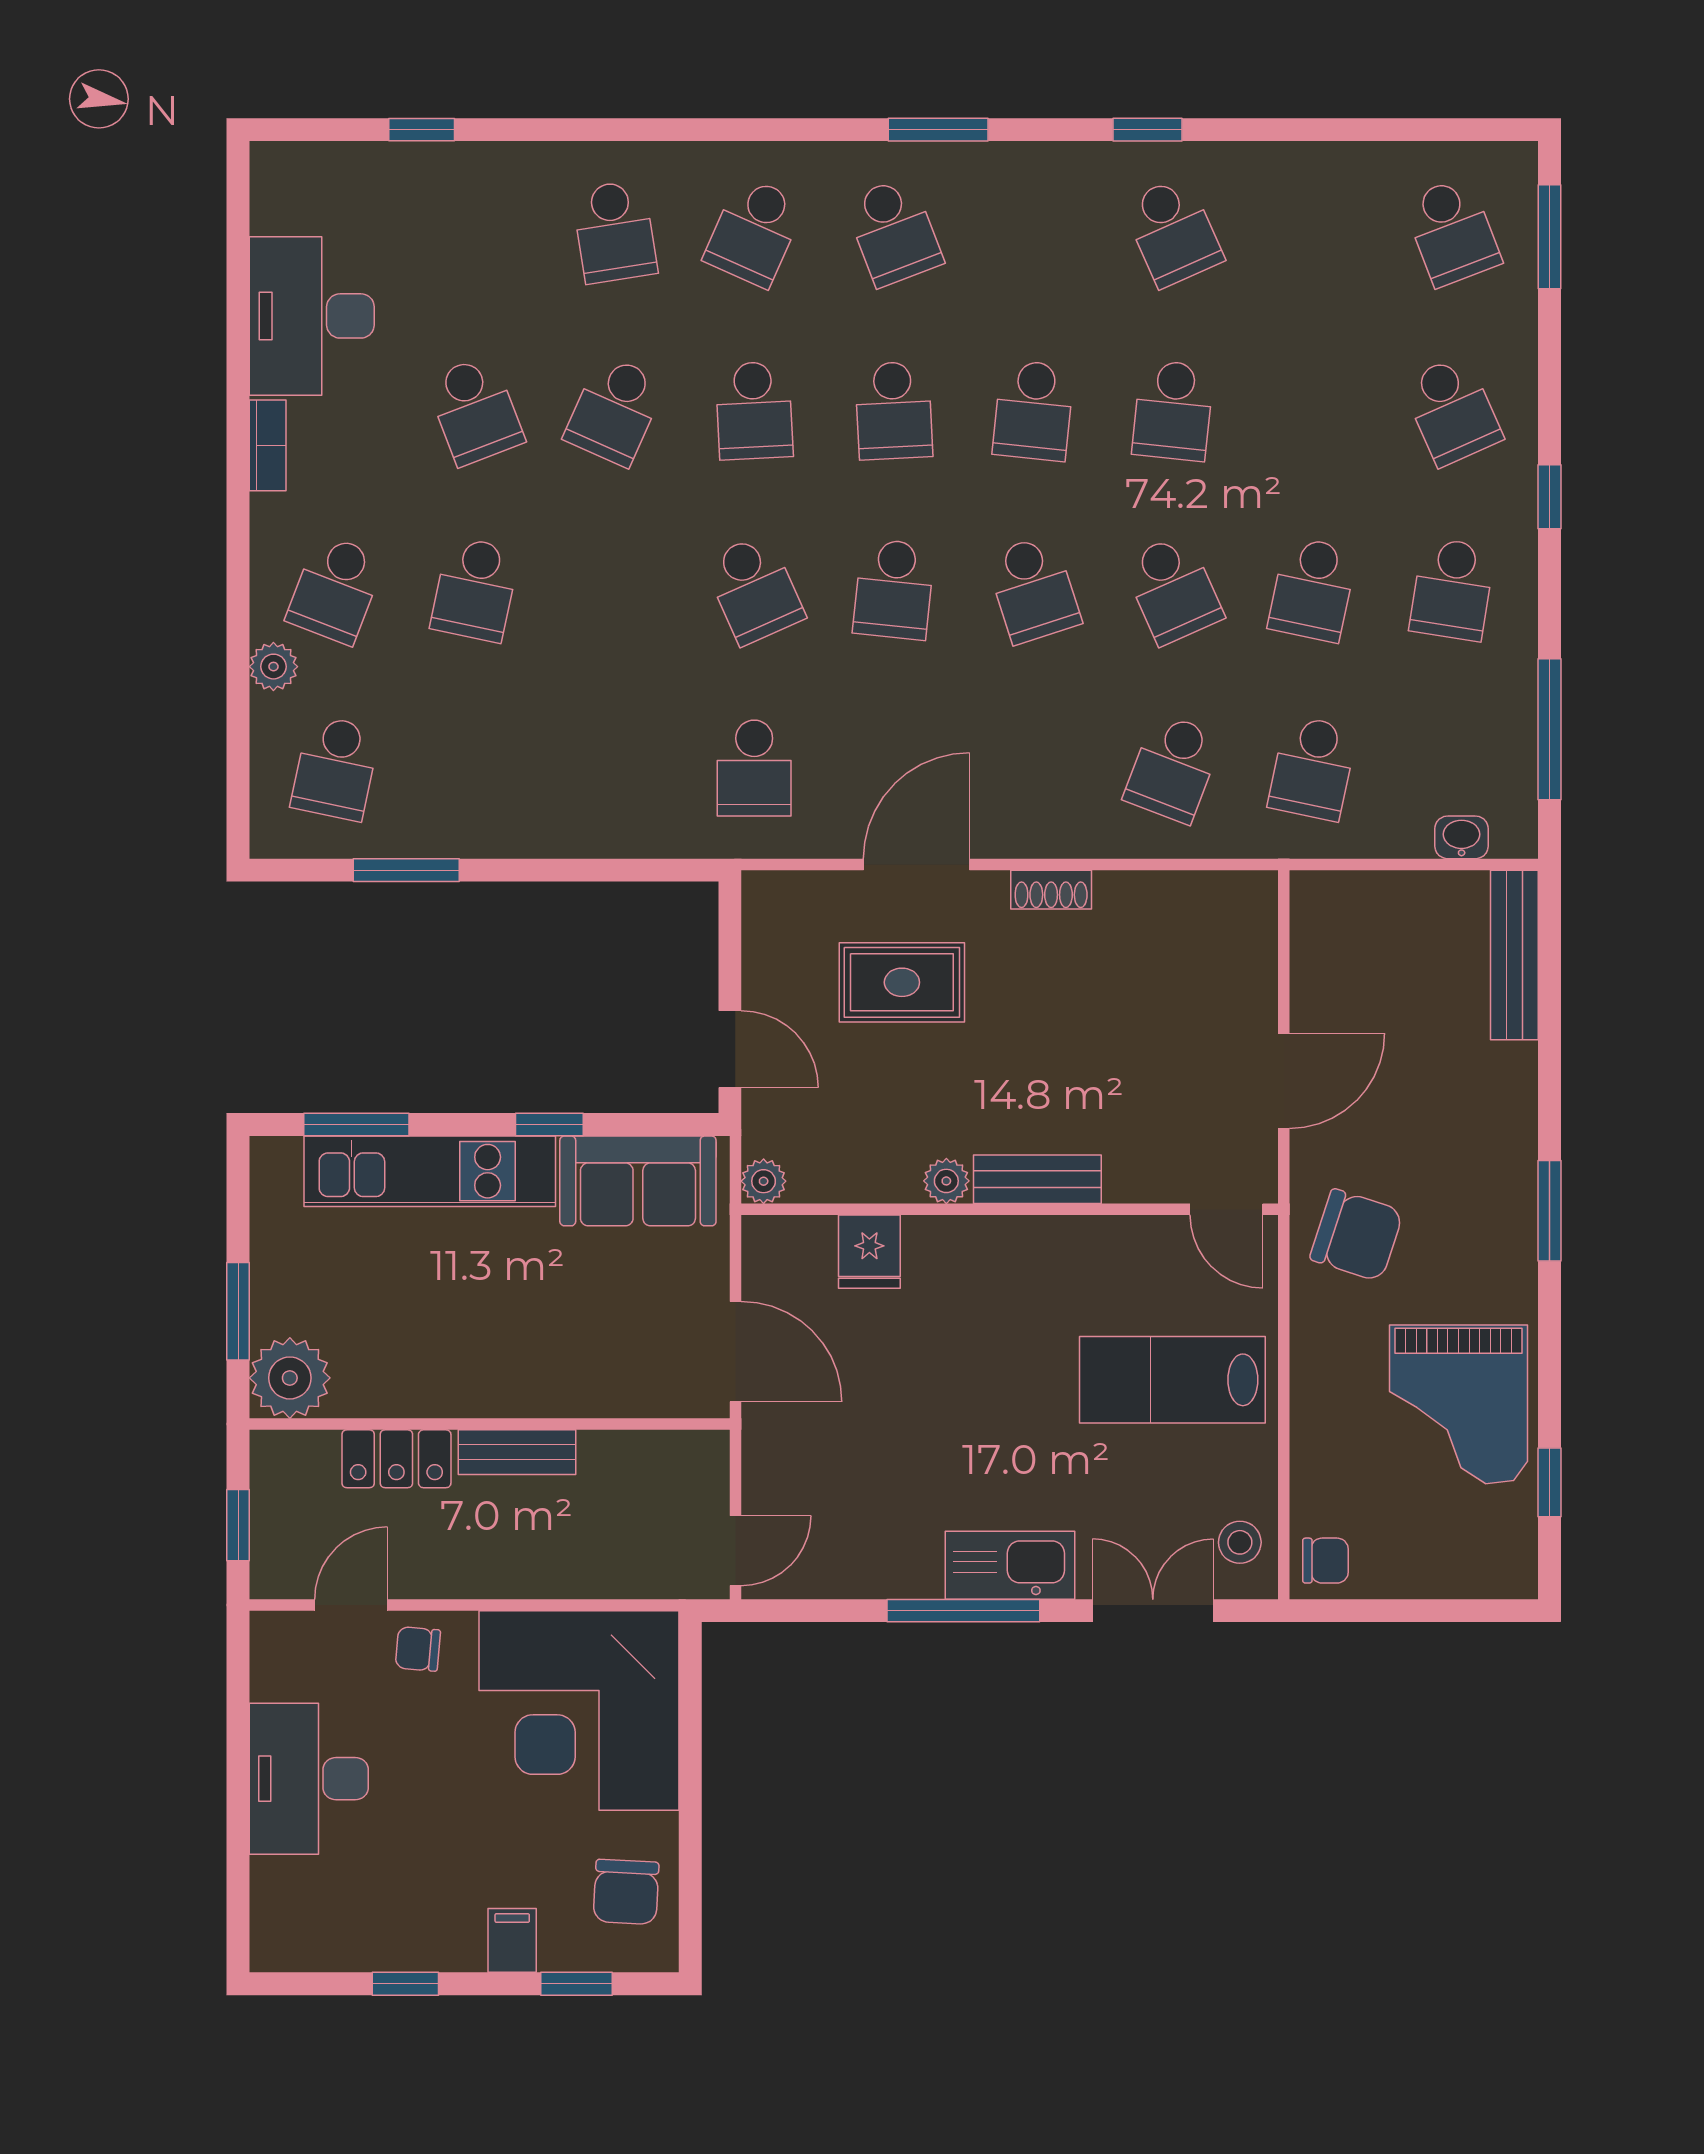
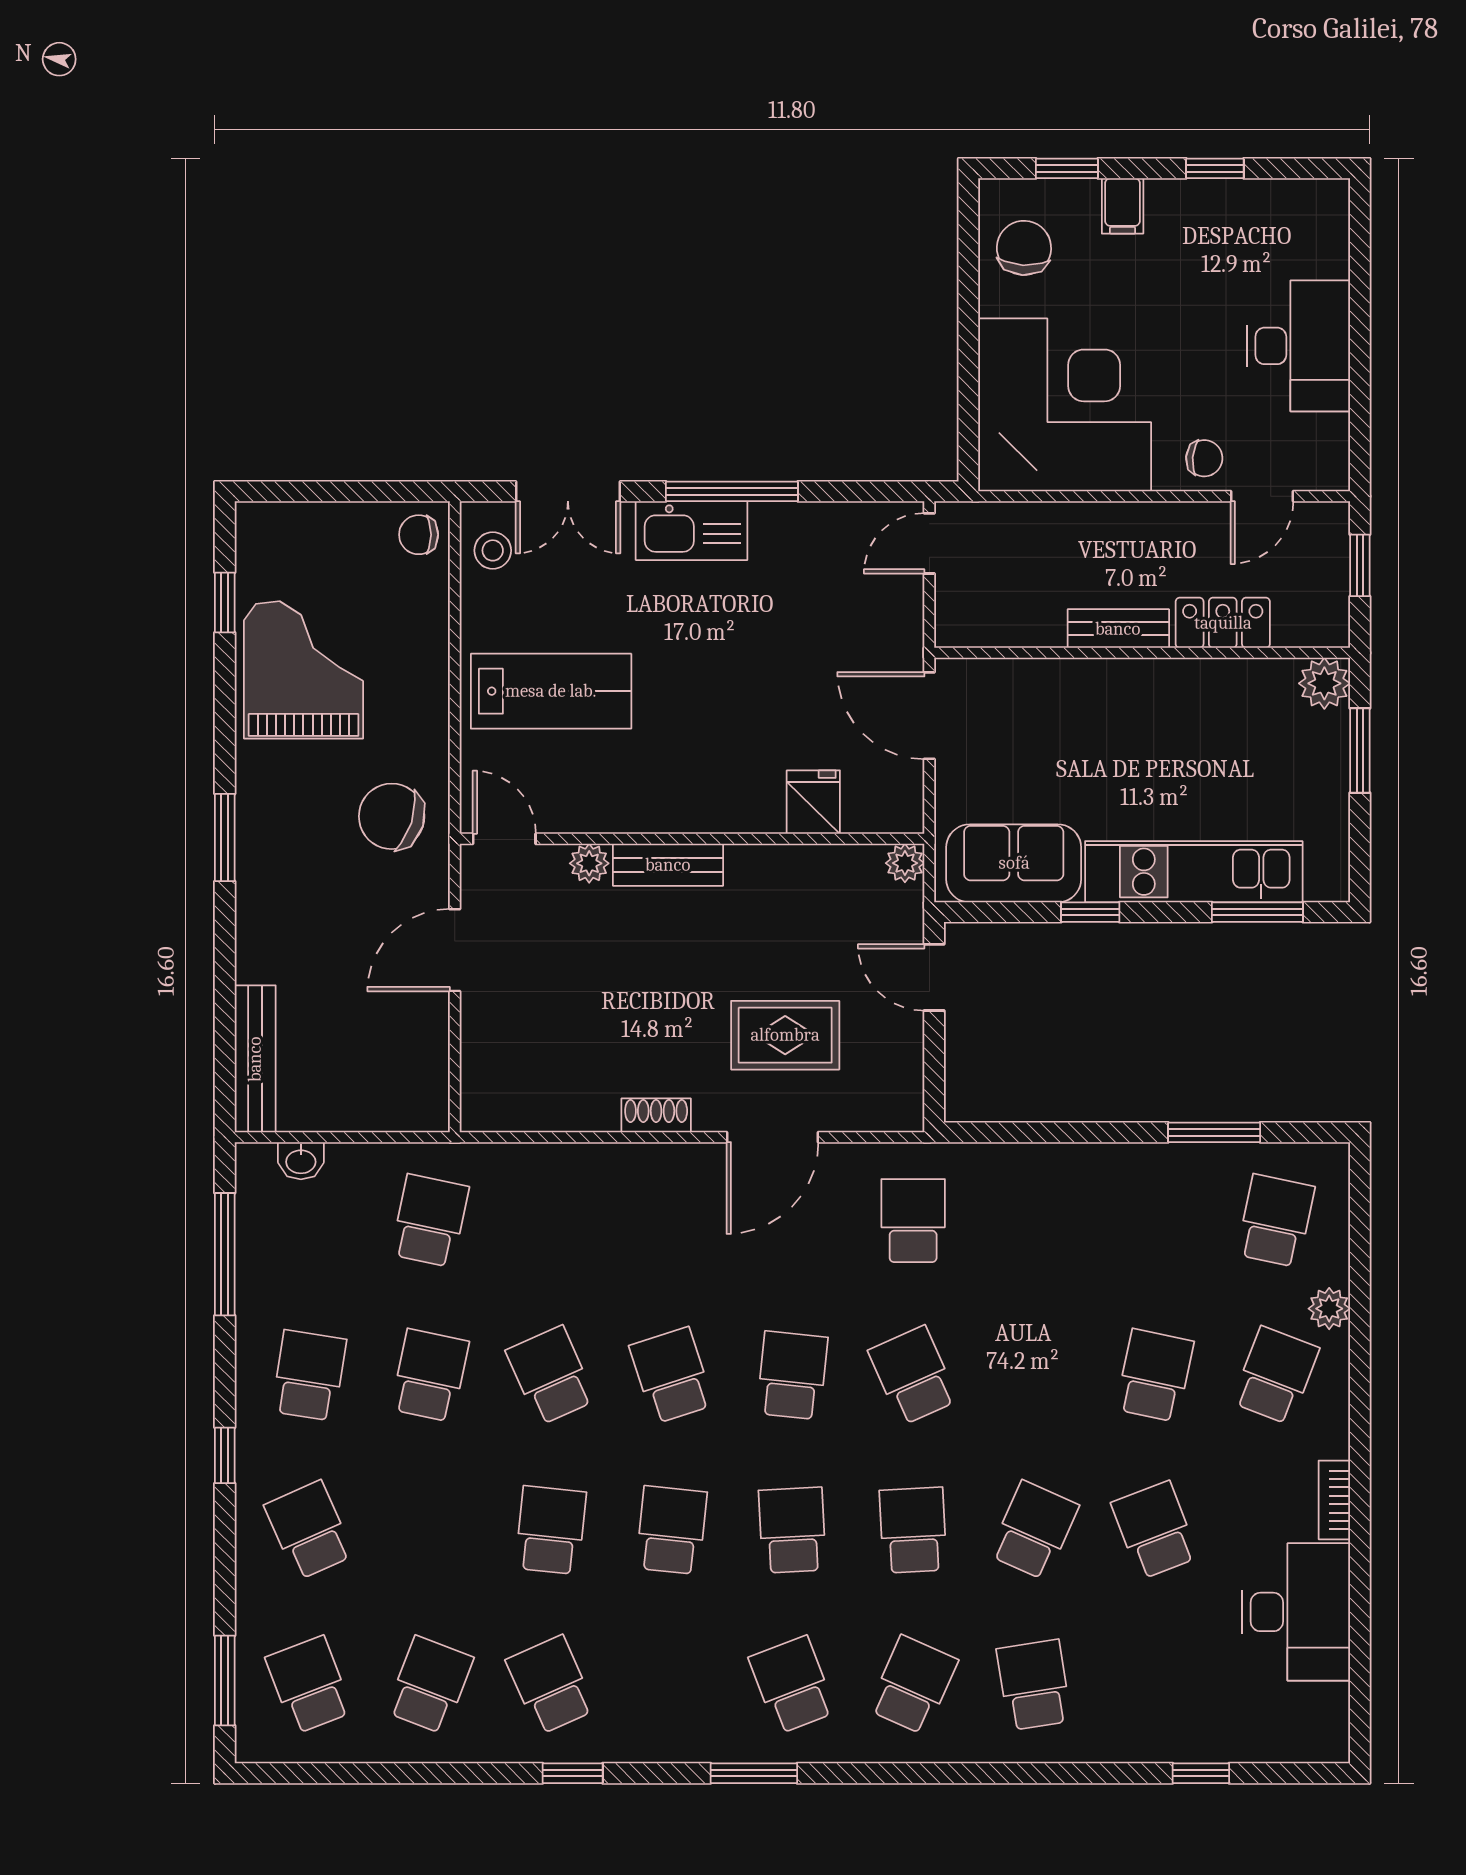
school desk: (1173, 768) -> (430, 1685), moved
plant: (946, 1181) -> (589, 863), moved
plant: (290, 1378) -> (1324, 683), width x0.73, depth x0.73

